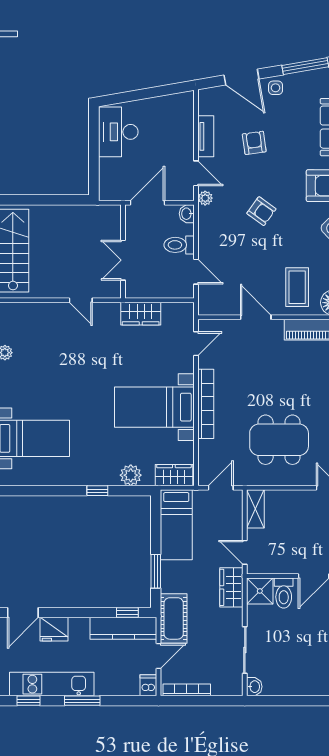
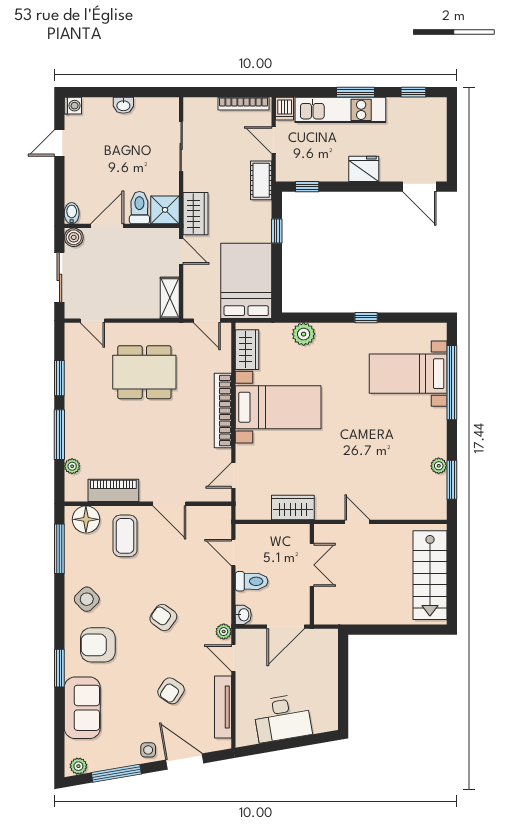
desk: (118, 132) -> (282, 718), moved, turned 80
tv unit: (206, 136) -> (223, 707), width x1.41
armchair: (254, 143) -> (171, 691), turned 42
wardrobe: (174, 475) -> (247, 350), moved, turned -90
door: (221, 488) -> (207, 321), hinge flipped
window: (97, 491) -> (366, 318), moved
bed: (176, 525) -> (246, 281), width x1.50
window: (156, 571) -> (277, 231), width x0.67
door: (23, 613) -> (419, 187), swing flipped
cot: (174, 618) -> (261, 180), width x0.73, depth x0.75
kitchen counter: (123, 628) -> (311, 170), removed
fridge: (54, 629) -> (364, 169), moved
door: (159, 656) -> (274, 140), hinge flipped
kitchen unit: (52, 684) -> (340, 110), moved
washbasin: (254, 687) -> (123, 105), moved, turned -90

